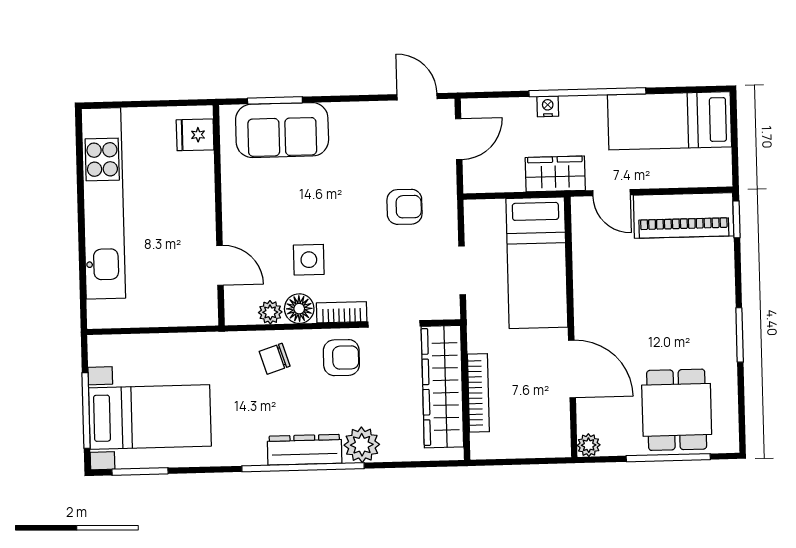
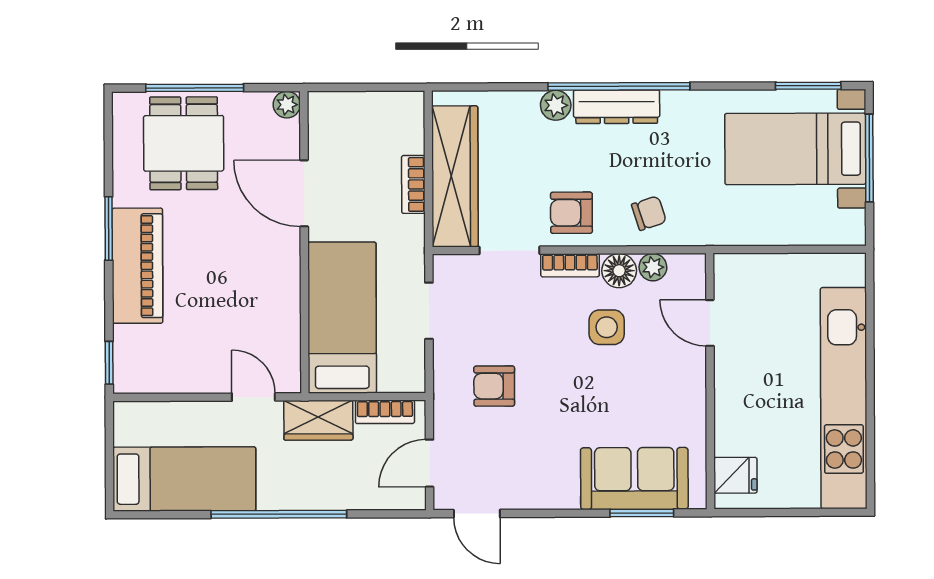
nightstand: (548, 106) -> (325, 499), removed
bookcase: (498, 182) -> (385, 412), added
piano: (684, 215) -> (137, 266), moved, turned 90
bookcase: (478, 393) -> (413, 184), width x0.64
plant: (362, 445) -> (556, 105), width x0.73, depth x0.73

